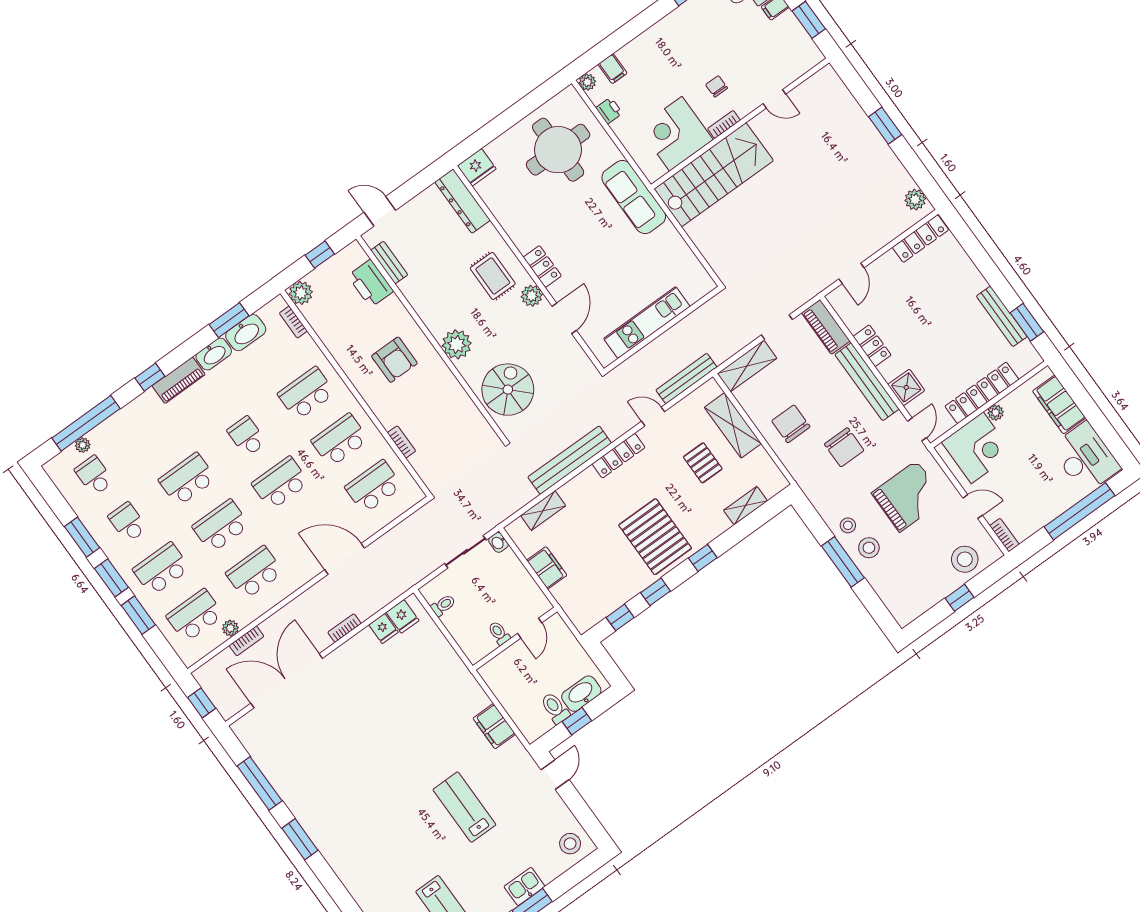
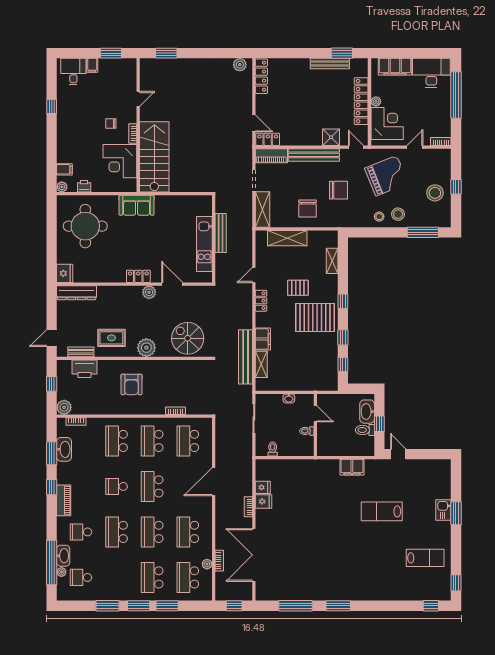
window: (885, 126) -> (166, 53), moved
sofa: (634, 197) -> (137, 205), width x0.73
rug: (493, 276) -> (111, 338), moved
locker: (872, 346) -> (268, 139), moved
washbasin: (214, 354) -> (63, 556), moved
armchair: (394, 360) -> (132, 384), turned 90
window: (150, 377) -> (52, 487), moved
bench: (686, 379) -> (221, 233), moved
chair: (791, 424) -> (307, 208), turned -90
locker: (619, 456) -> (261, 301), width x0.66
bench: (570, 460) -> (246, 357), moved
pallet: (703, 463) -> (298, 288), moved
grand piano: (908, 496) -> (386, 176), turned 68
school desk: (128, 522) -> (81, 532), moved
washbasin: (498, 542) -> (289, 398), moved
stool: (965, 559) -> (435, 193), moved
window: (843, 562) -> (423, 232), moved
filing cabinet: (547, 568) -> (263, 339), moved, turned 90
fridge: (403, 616) -> (263, 501), moved
stool: (570, 844) -> (438, 472), removed

